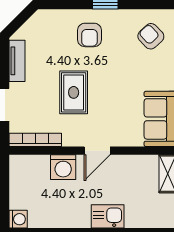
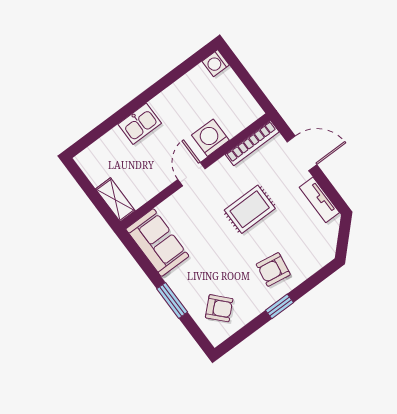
armchair: (89, 35) -> (273, 269), turned -81
rug: (74, 92) -> (250, 209), turned 90

